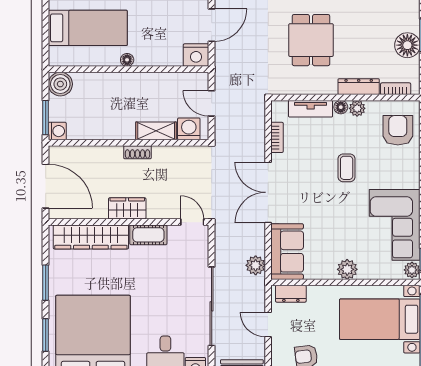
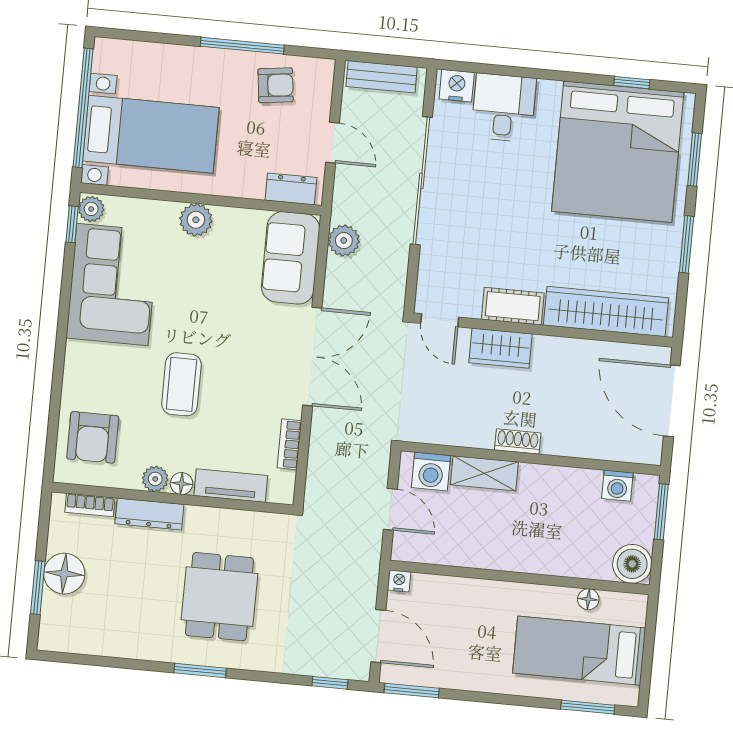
door: (212, 25) -> (378, 636), swing flipped
nightstand: (196, 55) -> (399, 581), width x0.53, depth x0.56
floor lamp: (127, 60) -> (588, 599), moved
washing machine: (57, 131) -> (617, 486), moved, turned -90
coffee table: (347, 168) -> (181, 384), width x1.36, depth x1.30
wardrobe: (127, 208) -> (500, 348), moved

